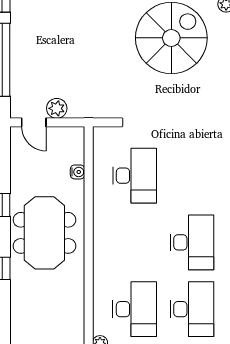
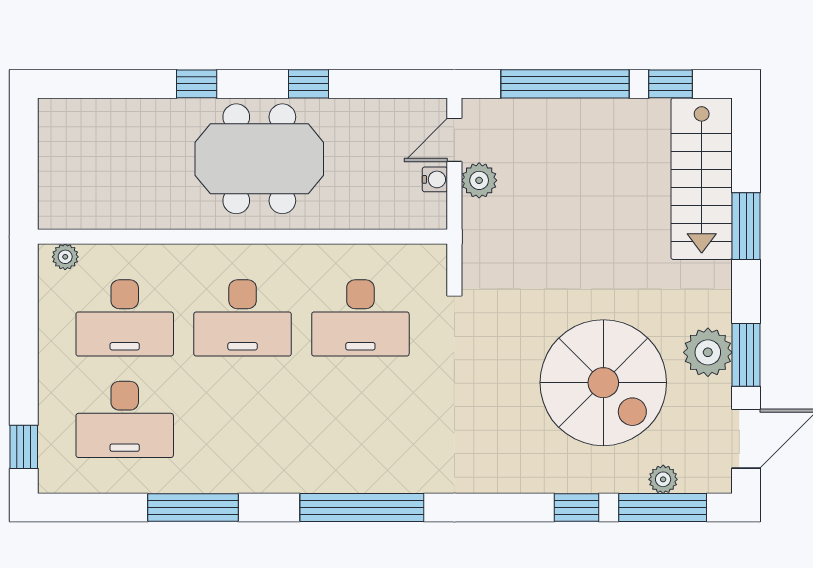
water cooler: (78, 172) -> (435, 179), moved, turned -90
desk: (192, 242) -> (243, 318), moved

